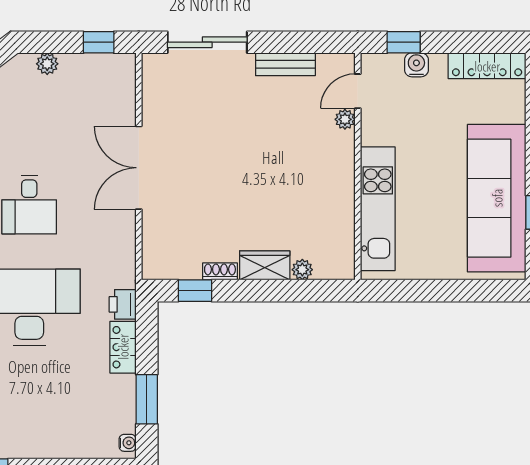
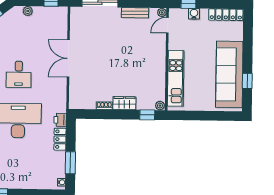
plant: (345, 119) -> (162, 12), moved
plant: (302, 270) -> (160, 106), moved
window: (195, 291) -> (147, 115), moved

